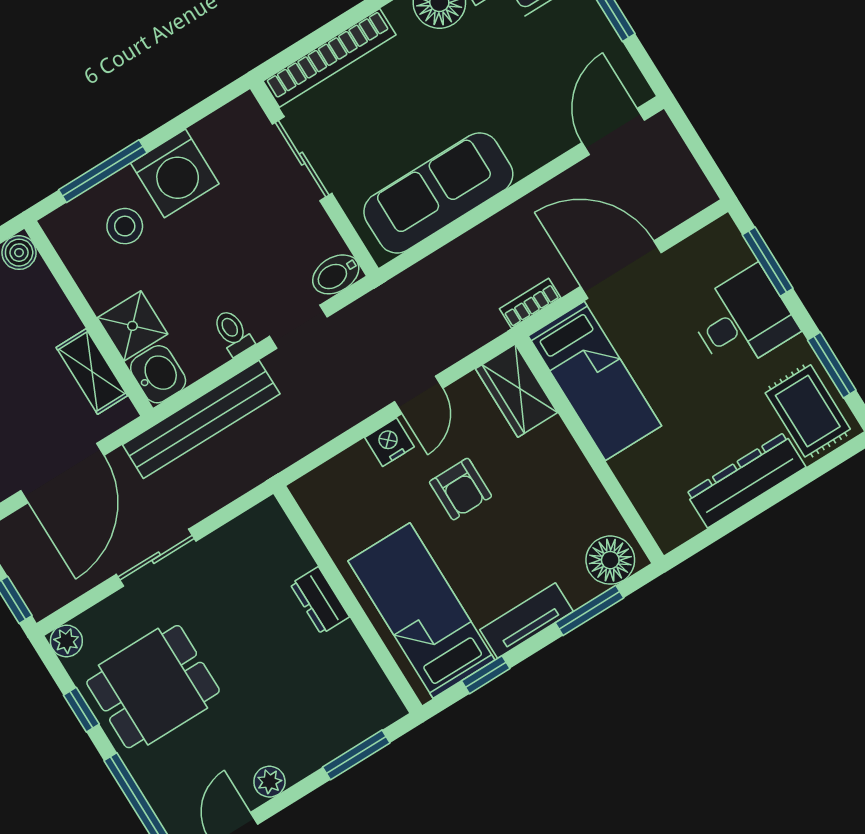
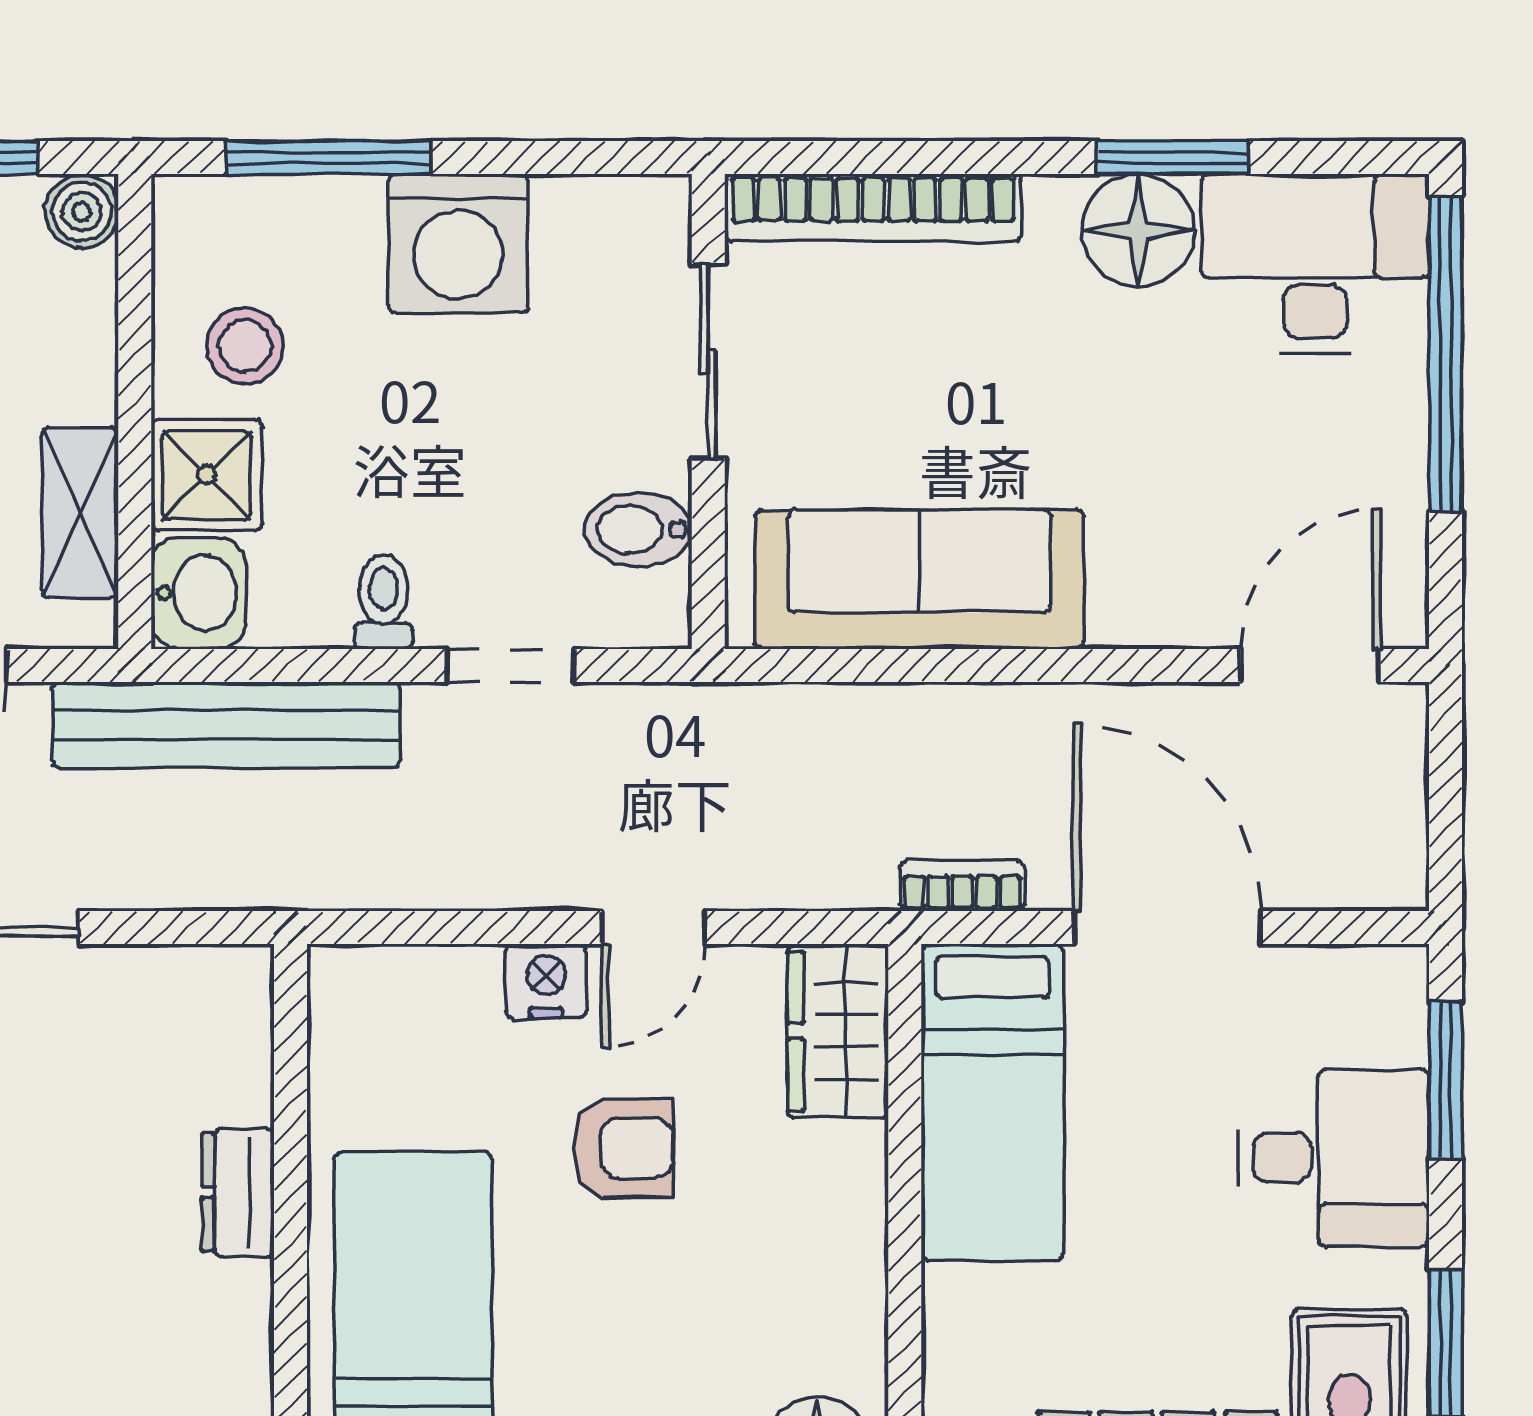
stool: (125, 226) -> (245, 346), moved
bidet: (336, 274) -> (638, 529), moved
armchair: (460, 489) -> (623, 1148), turned -90

